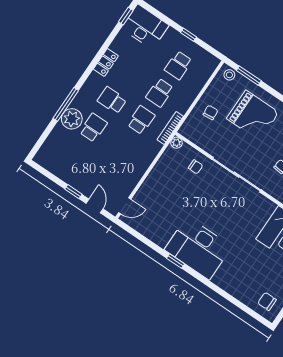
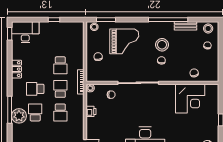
school desk: (178, 65) -> (60, 112), moved
printer: (159, 170) -> (91, 111), added

